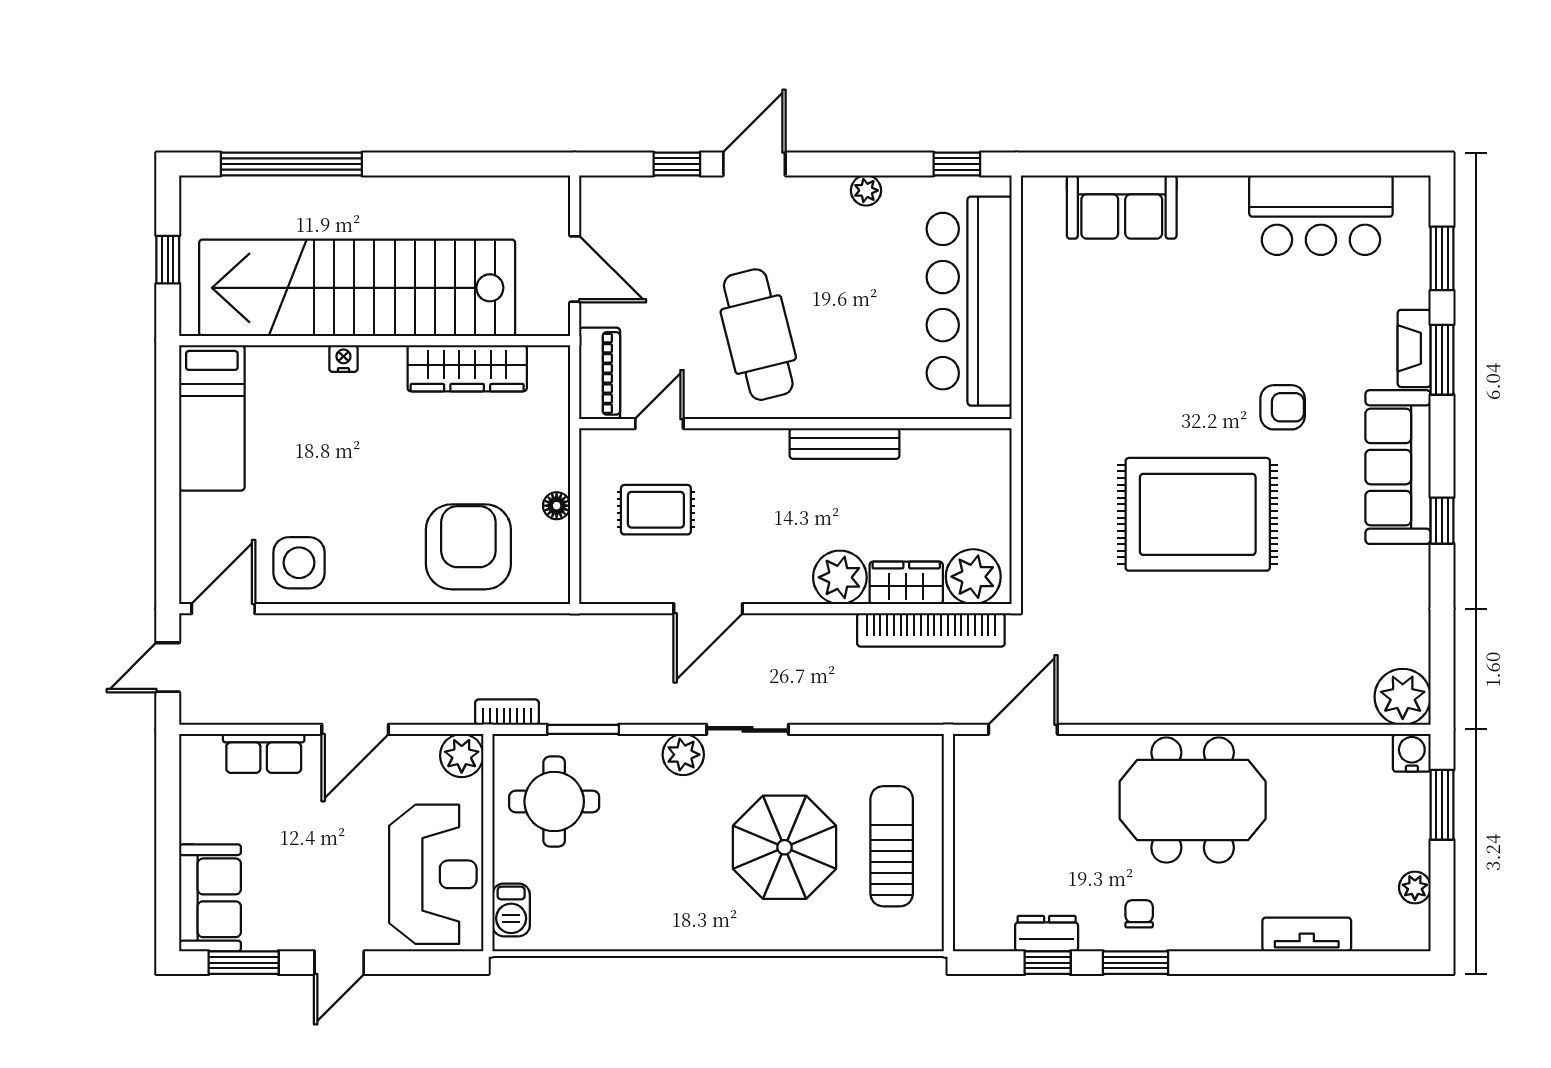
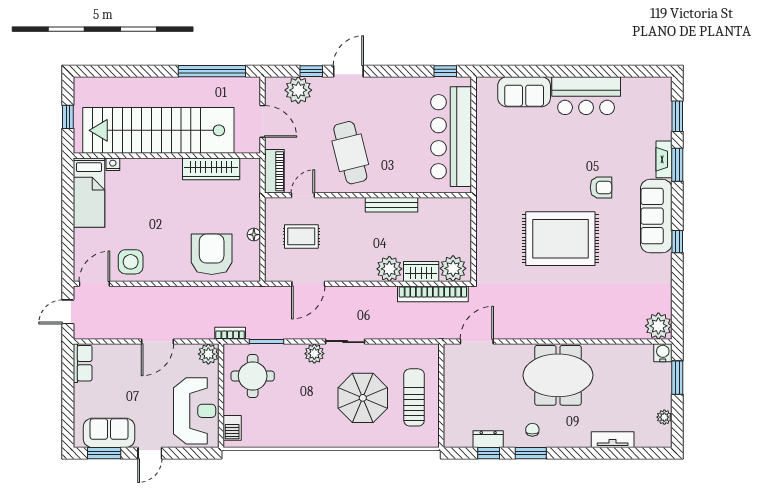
window: (291, 164) -> (212, 71), moved
plant: (866, 190) -> (298, 90), moved, width x1.88, depth x1.88
bar counter: (1321, 215) -> (586, 96), moved
nightstand: (343, 359) -> (113, 164), moved
door: (708, 609) -> (308, 284), moved
row of seats: (264, 753) -> (83, 363), moved, turned -90
sofa: (210, 898) -> (109, 433), moved, turned -90

